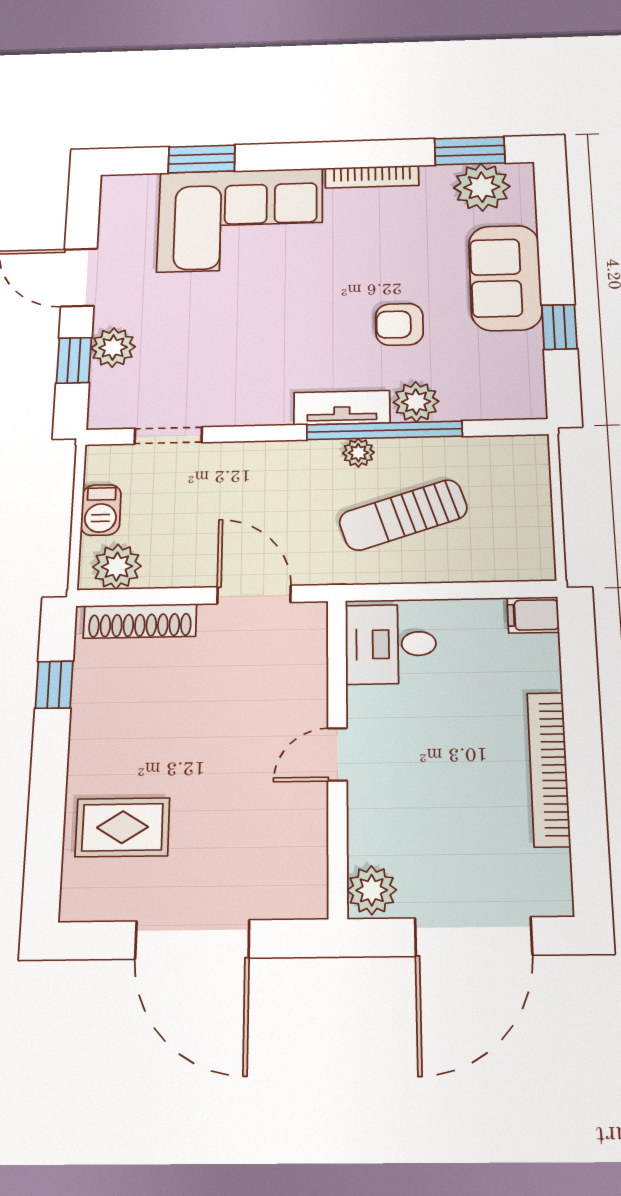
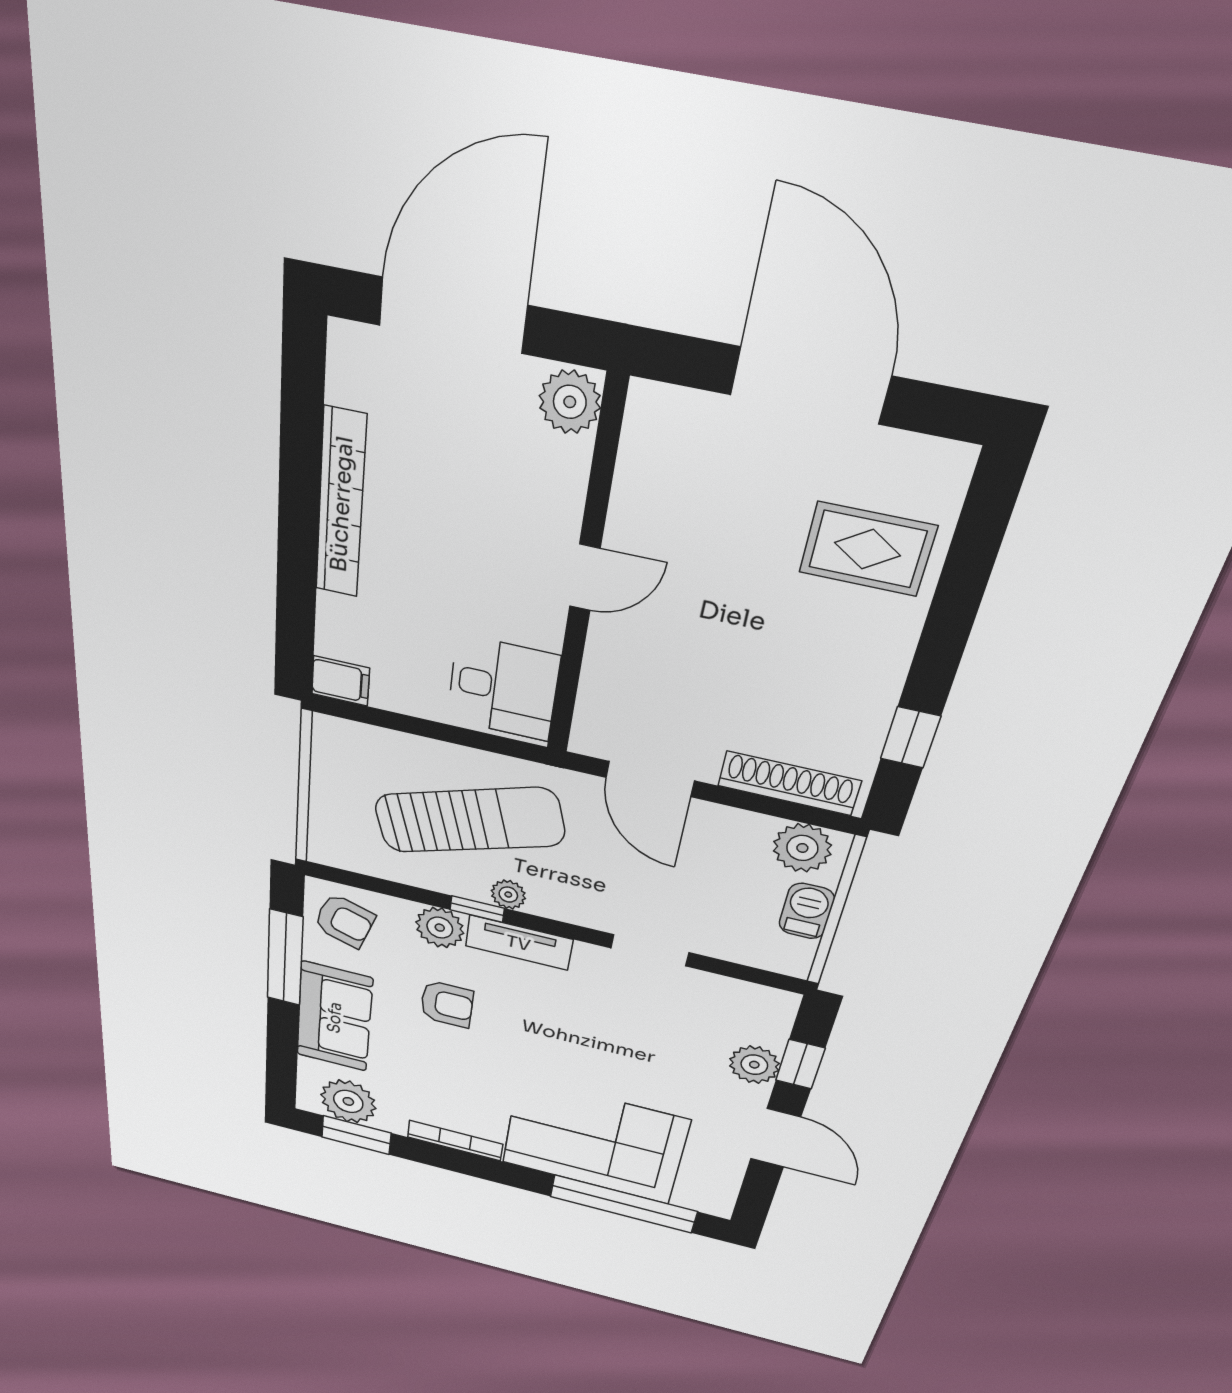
window: (202, 159) -> (623, 1204), width x2.11
window: (559, 327) -> (285, 958), width x2.17
armchair: (506, 383) -> (344, 921), added
window: (384, 430) -> (477, 909), width x0.32
doorway: (168, 435) -> (650, 950), moved
sun lounger: (403, 515) -> (469, 820), width x1.36, depth x1.34

